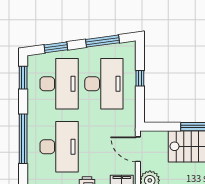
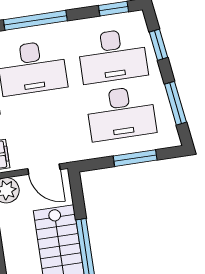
window: (140, 78) -> (135, 158), width x2.17
door: (138, 149) -> (44, 169), swing flipped

